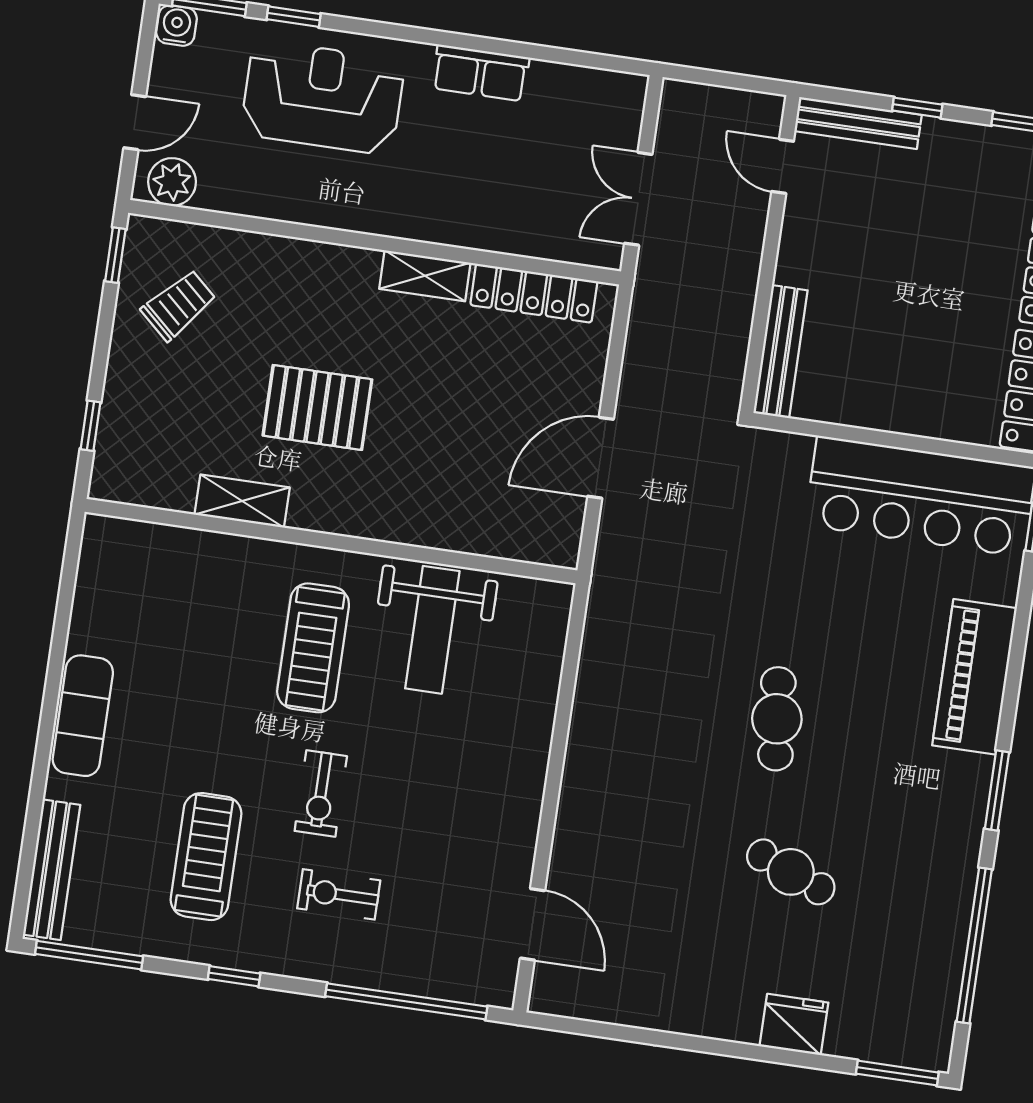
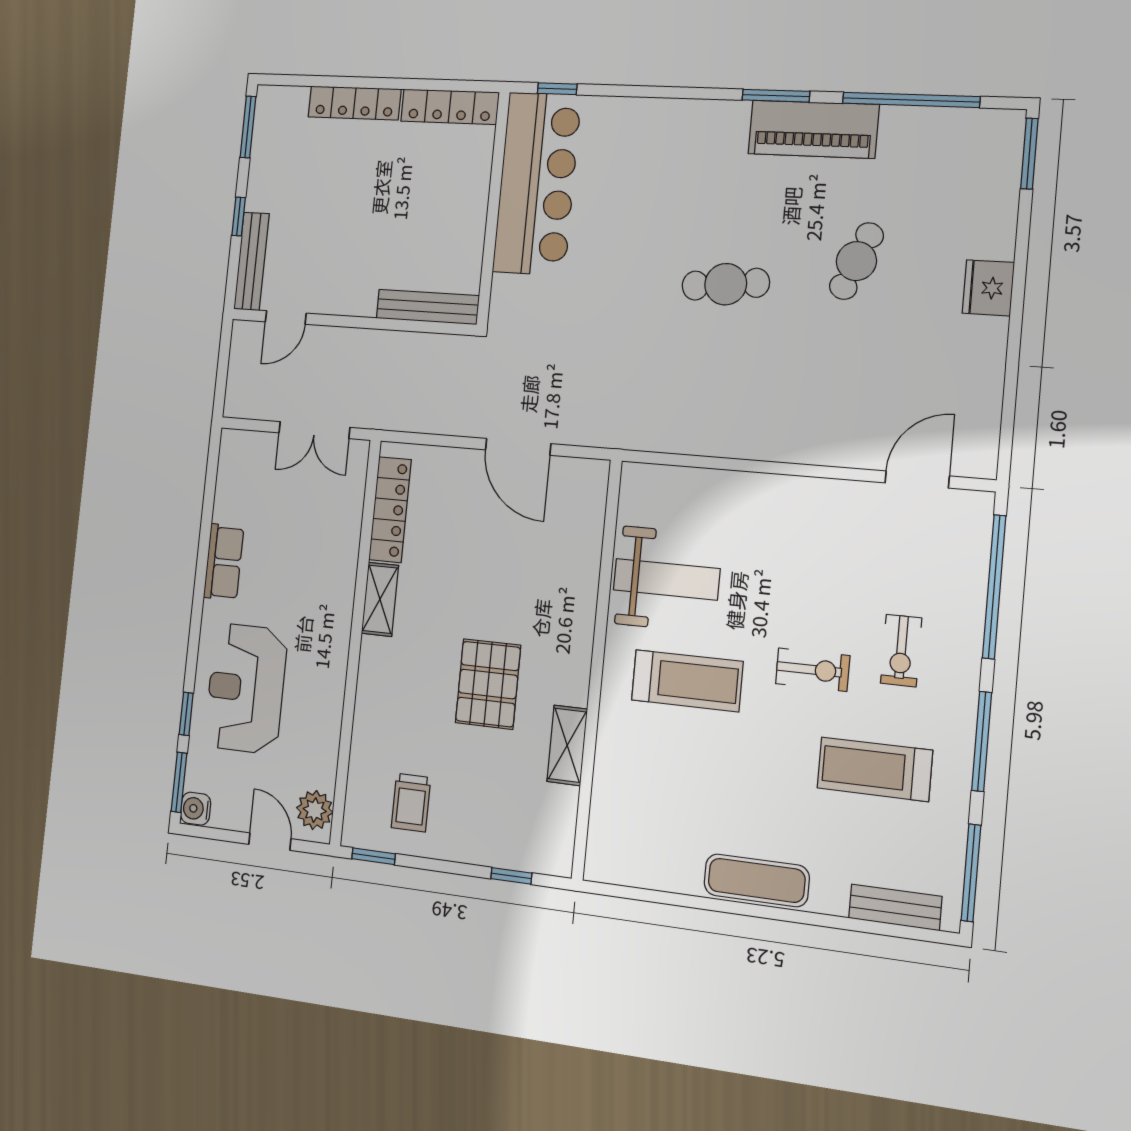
trolley: (179, 305) -> (411, 803), turned -132
piano: (975, 677) -> (813, 129), moved
bench: (52, 870) -> (895, 907), width x0.73
window: (234, 976) -> (982, 741), width x2.17
fridge: (794, 1024) -> (988, 288), moved

